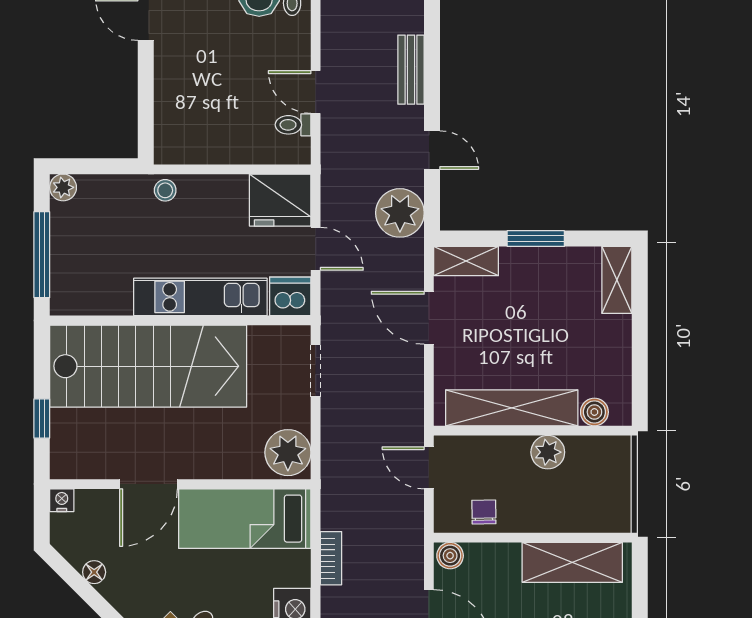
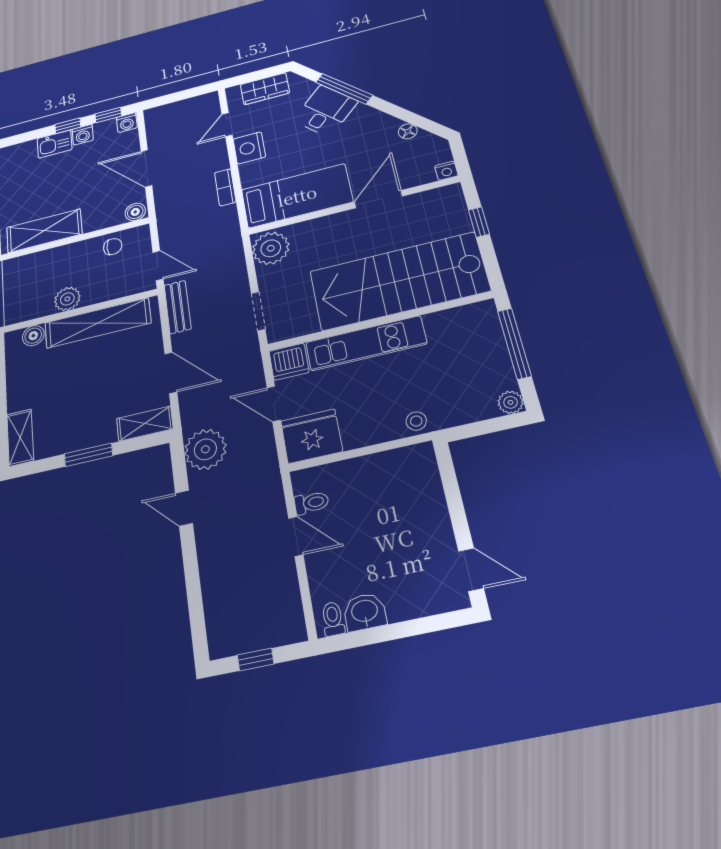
bench: (411, 70) -> (178, 307), moved
chair: (484, 512) -> (113, 247), turned -89

